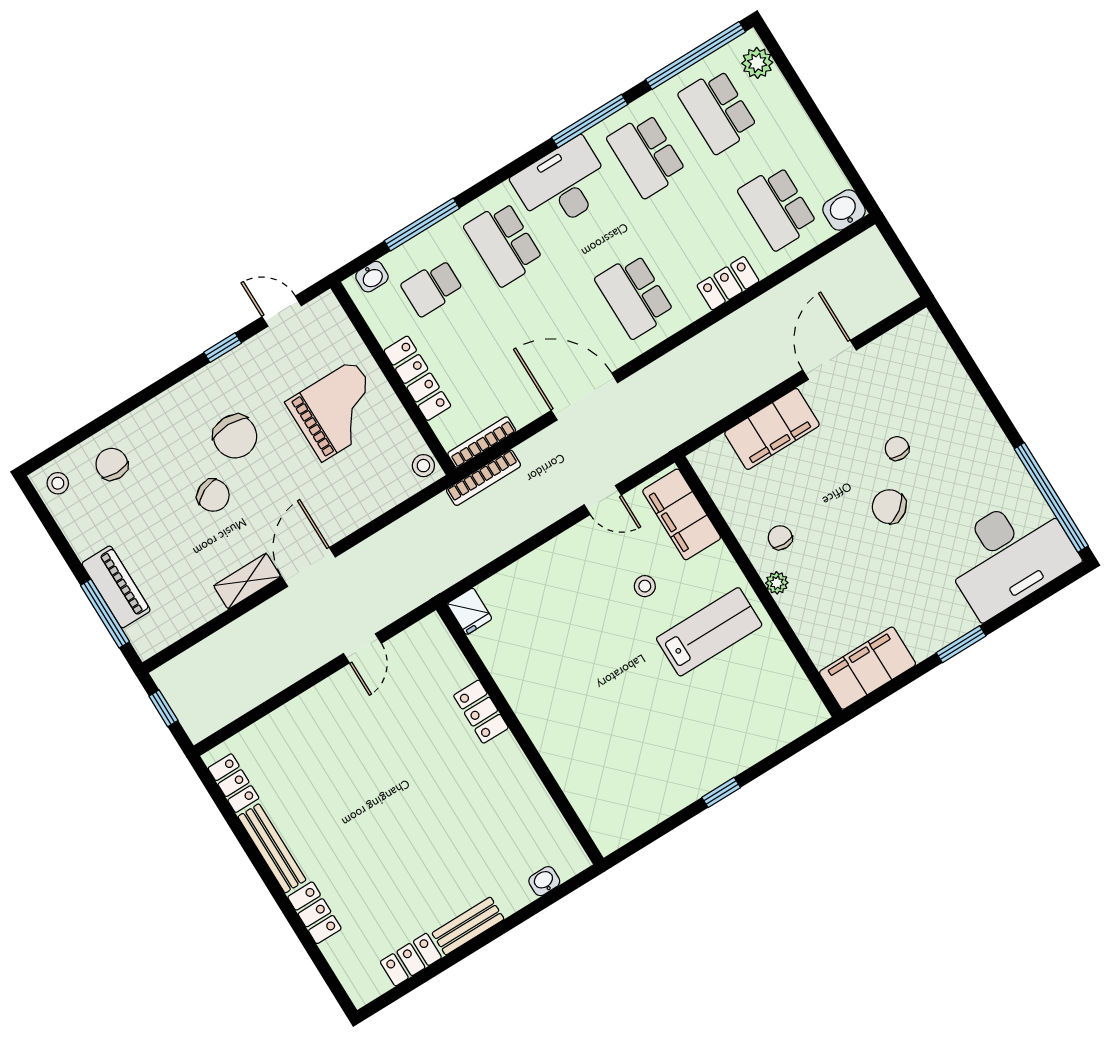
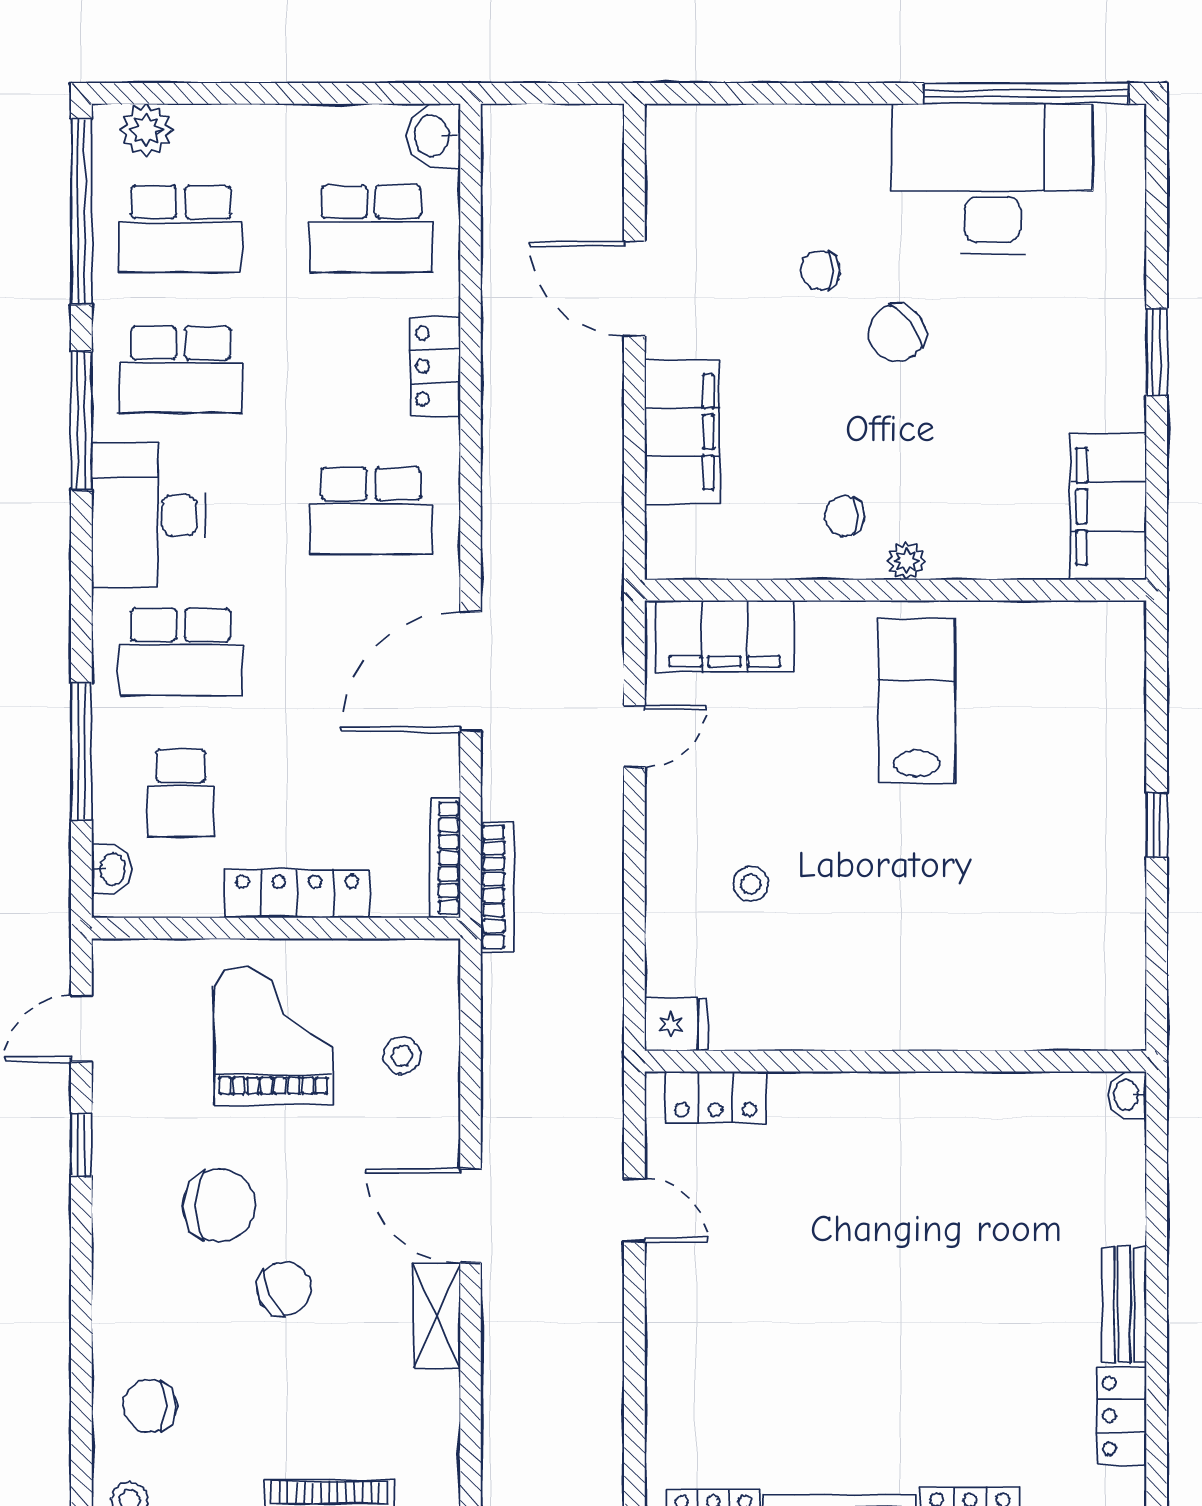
stool: (423, 466) -> (402, 1056), moved
desk: (1009, 555) -> (992, 179), moved, turned -90
stool: (645, 586) -> (751, 884), moved
locker: (481, 712) -> (716, 1097), moved
washbasin: (544, 881) -> (1127, 1095), moved

